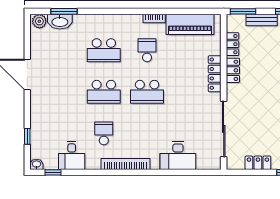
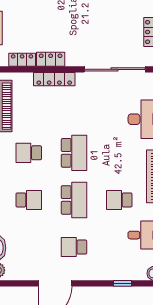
school desk: (104, 50) -> (29, 200), width x0.54
school desk: (61, 92) -> (74, 247), added

